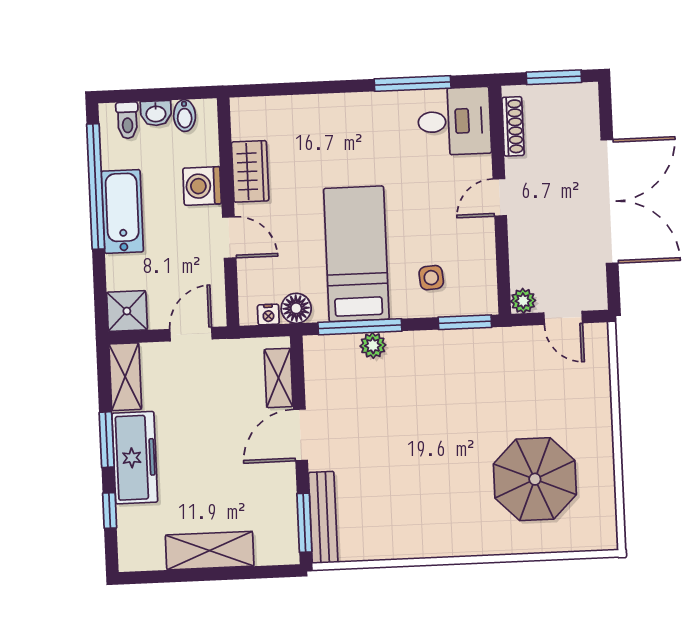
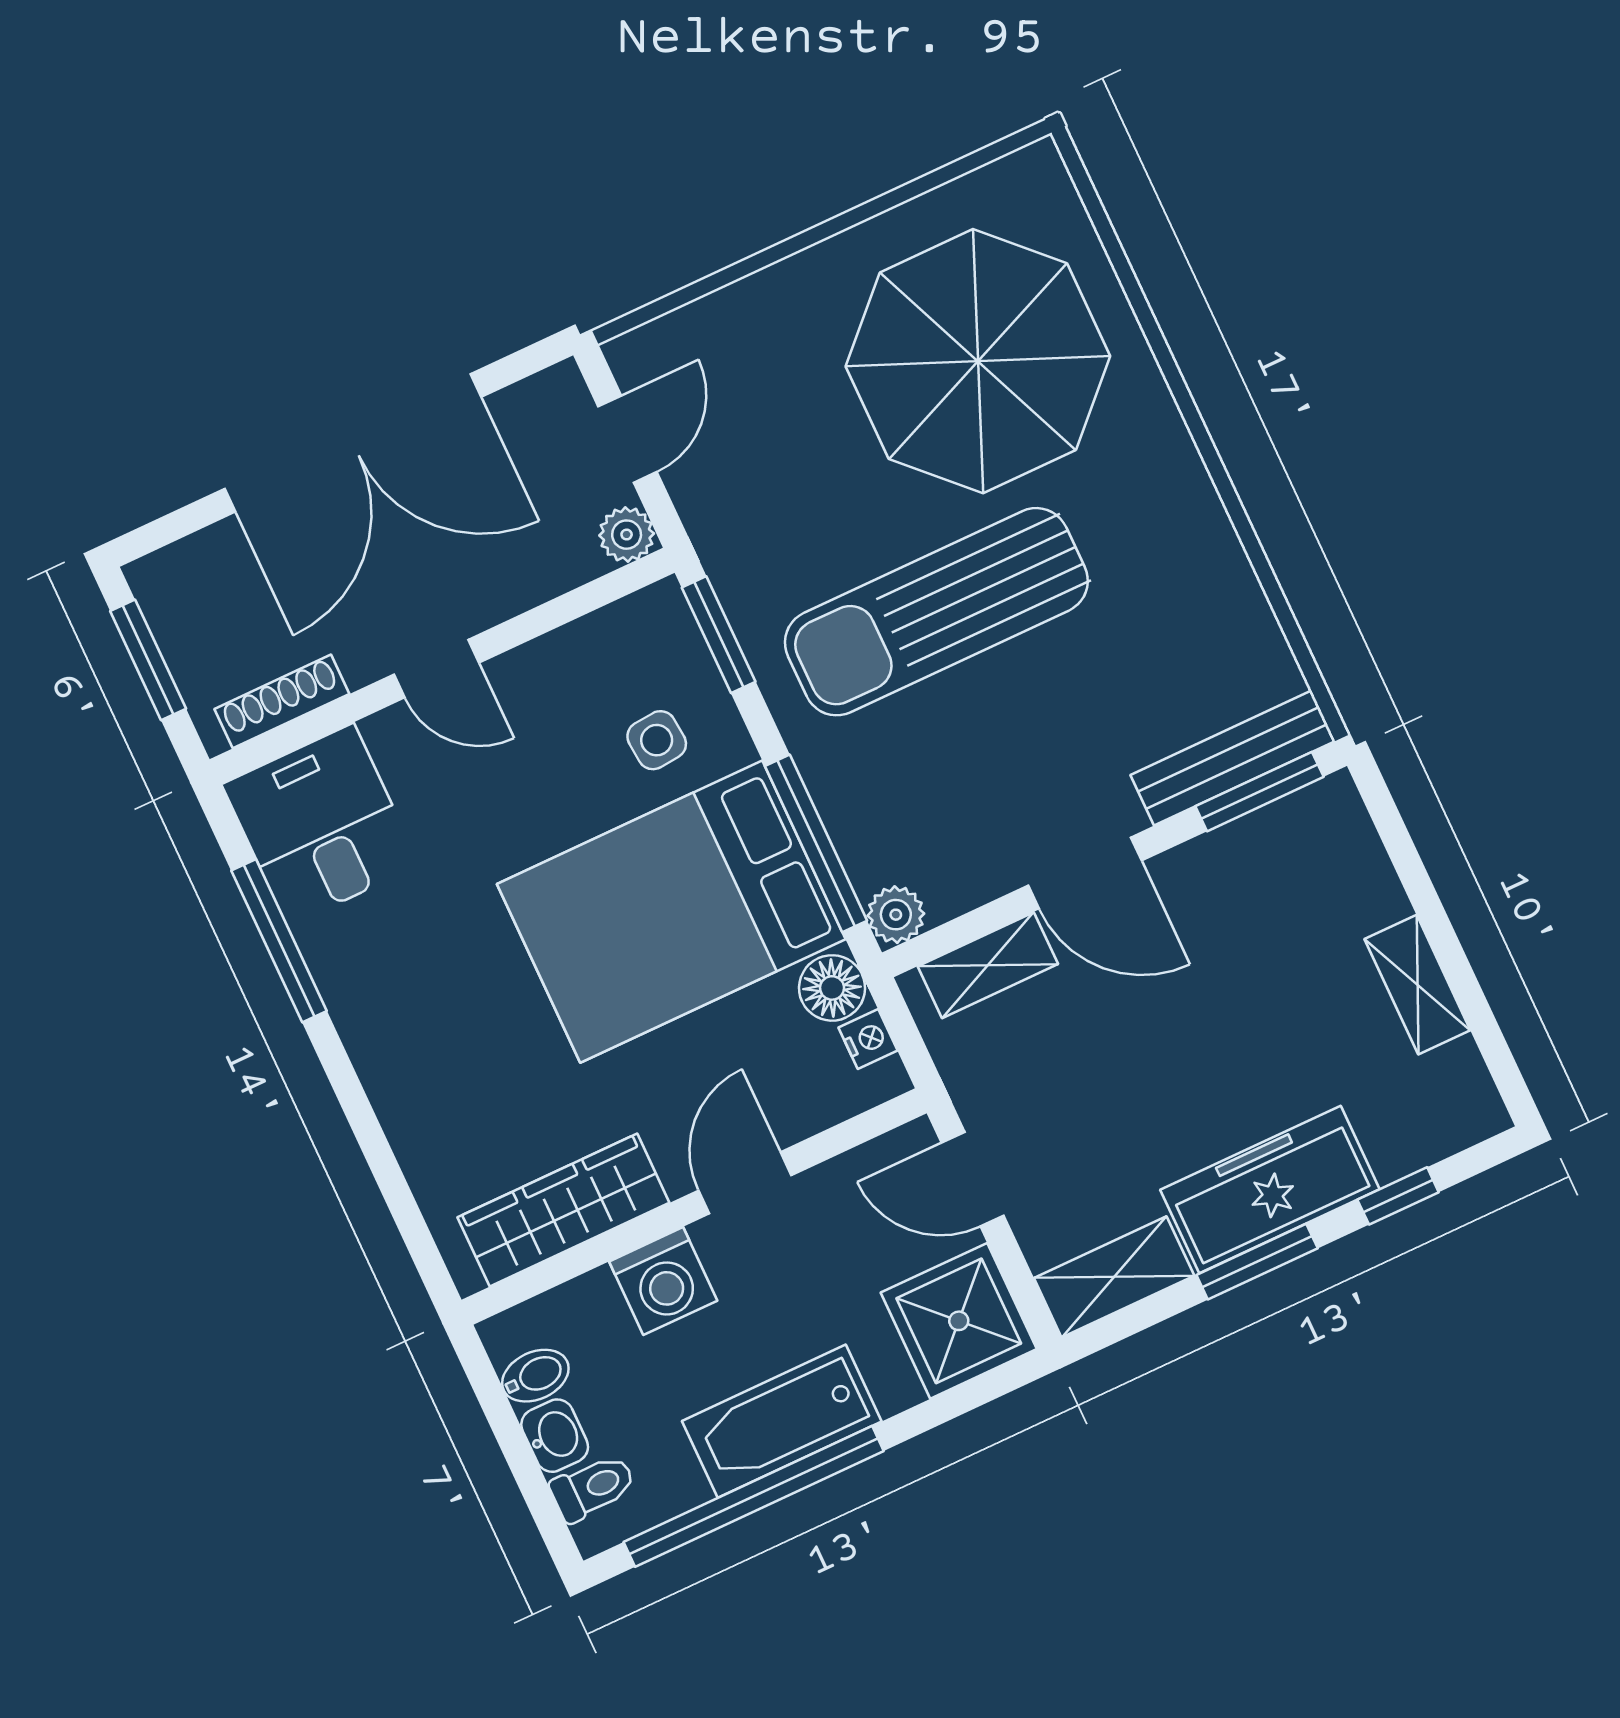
wardrobe: (250, 171) -> (563, 1210), width x1.50
double door: (610, 201) -> (353, 443), swing flipped
bed: (356, 254) -> (671, 912), width x1.50
shower: (127, 311) -> (959, 1321), width x1.36, depth x1.36
plant: (373, 345) -> (896, 915), moved
sun lounger: (437, 418) -> (936, 612), added
parasol: (535, 479) -> (978, 361), width x1.36, depth x1.36
shelving: (210, 551) -> (1417, 985), width x0.67, depth x0.75

